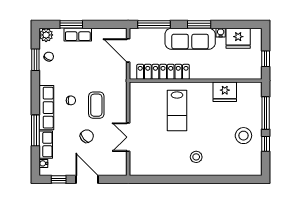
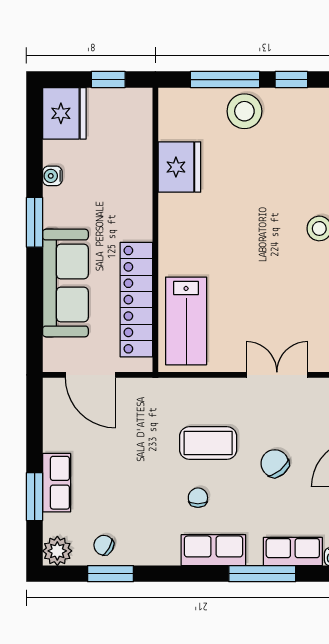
window: (154, 24) -> (35, 319), removed
fridge: (238, 38) -> (64, 113), moved
sofa: (190, 39) -> (65, 283), moved
door: (128, 50) -> (90, 375), hinge flipped
row of seats: (46, 108) -> (213, 550), width x0.68
lab bench: (177, 111) -> (186, 321), moved, turned 90
stool: (243, 136) -> (244, 111), moved
double door: (128, 137) -> (277, 375), swing flipped

